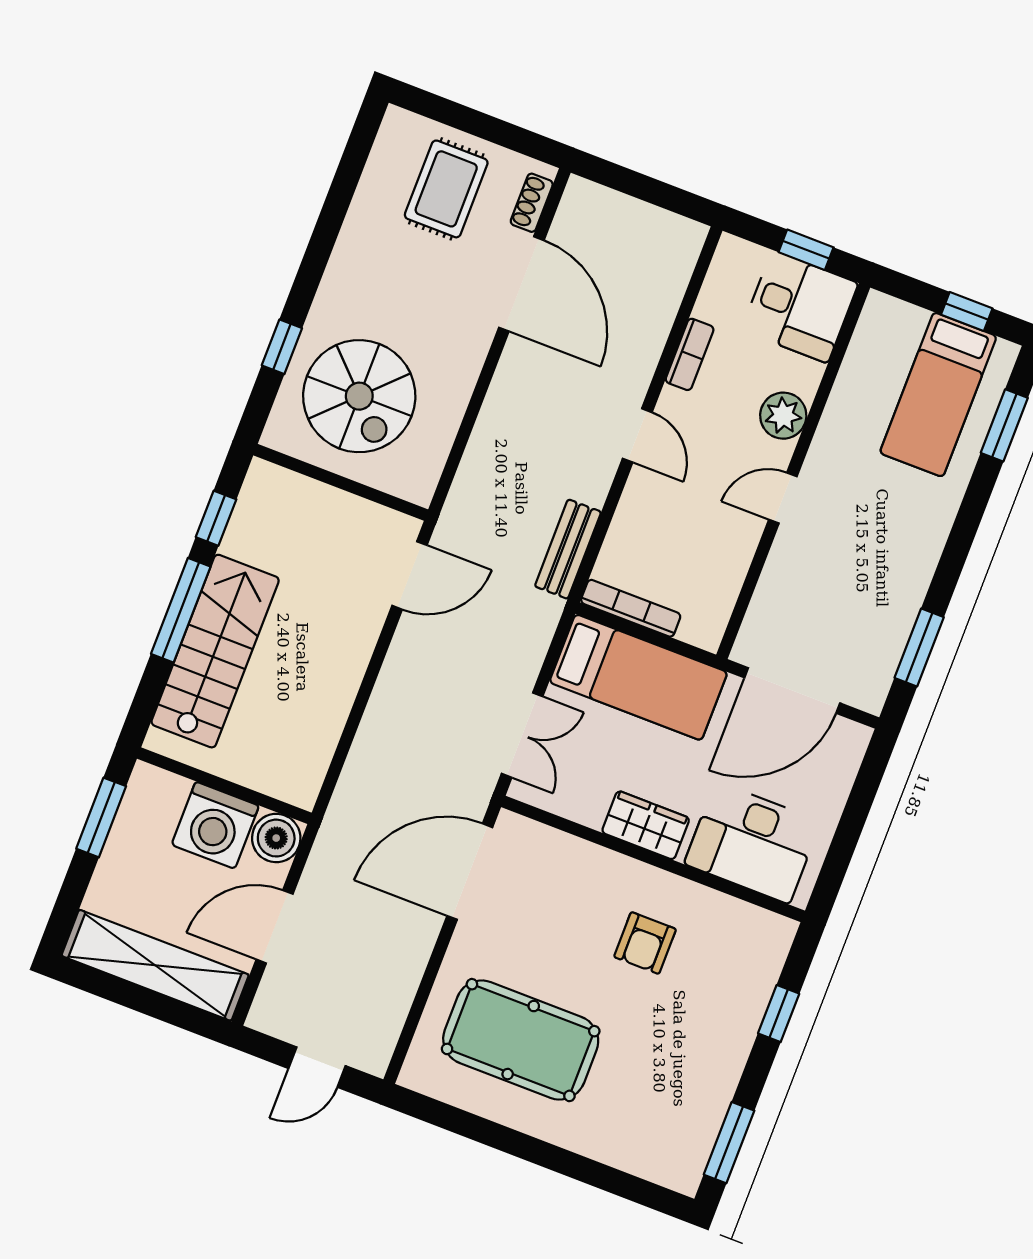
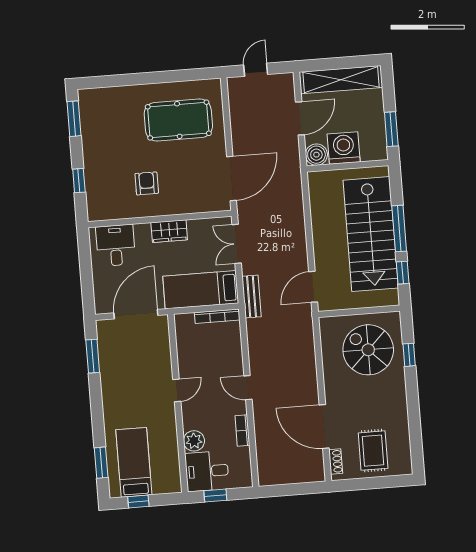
plant: (783, 416) -> (194, 441), moved
bench: (568, 549) -> (252, 296), moved
stairs: (215, 651) -> (371, 234), width x1.36, depth x1.51
desk: (752, 843) -> (116, 245), width x0.73

